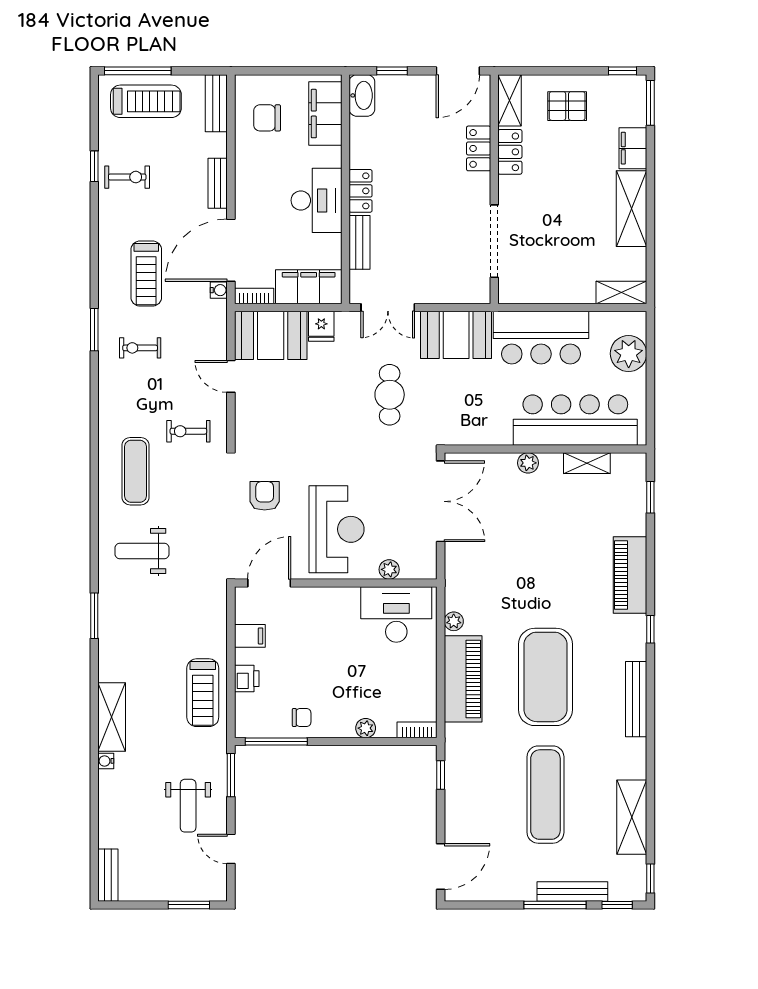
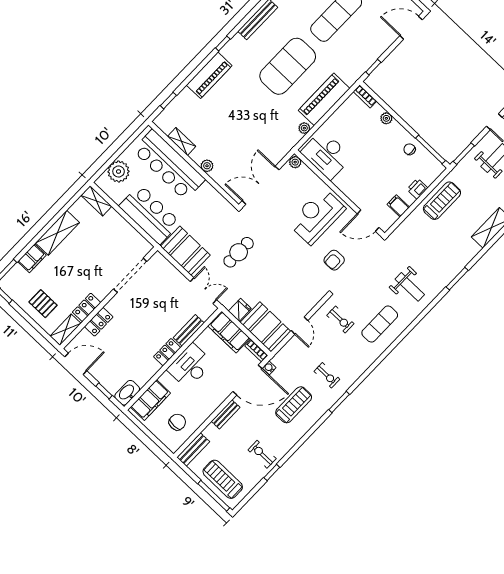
chair: (267, 118) -> (177, 422), turned -90
plant: (389, 569) -> (295, 162), moved

